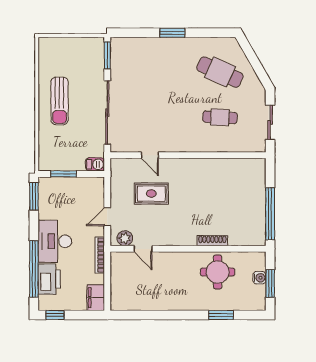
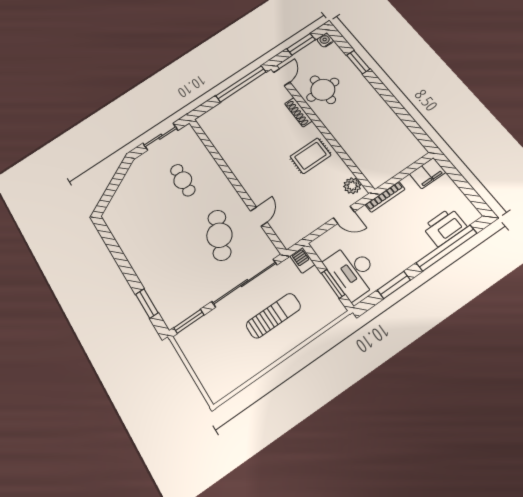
window: (172, 33) -> (147, 304), moved
cafe table: (220, 72) -> (219, 235), moved
sun lounger: (60, 101) -> (273, 316), moved
rug: (151, 194) -> (310, 156), moved, turned 90
window: (34, 196) -> (394, 285), moved
desk: (55, 241) -> (352, 271), moved, turned 90
door: (143, 249) -> (282, 77), moved
water cooler: (259, 278) -> (325, 40), moved
window: (55, 315) -> (474, 198), removed

